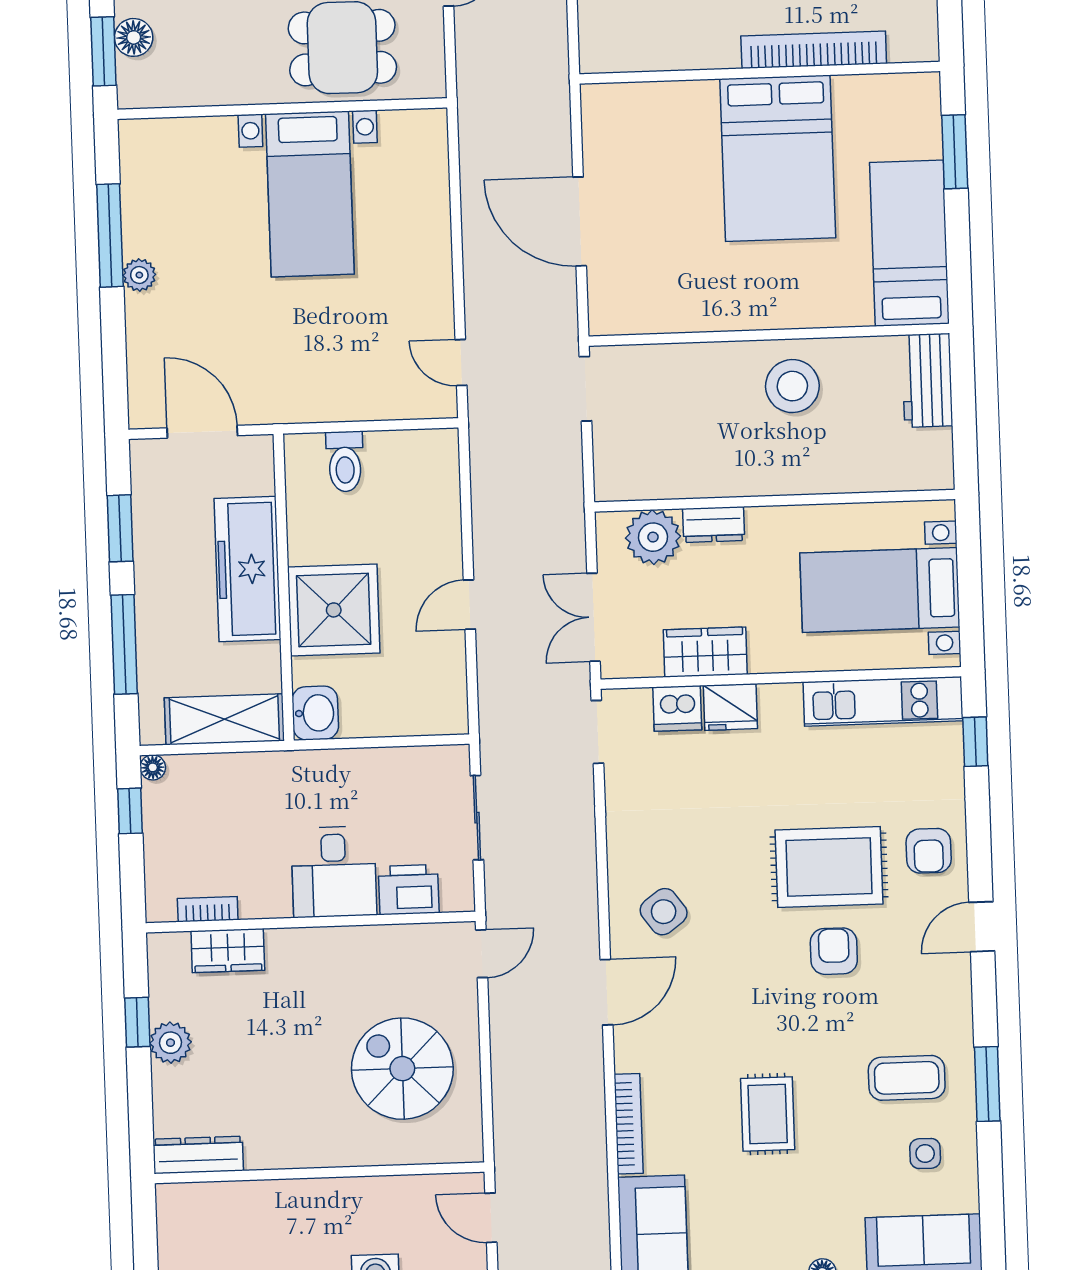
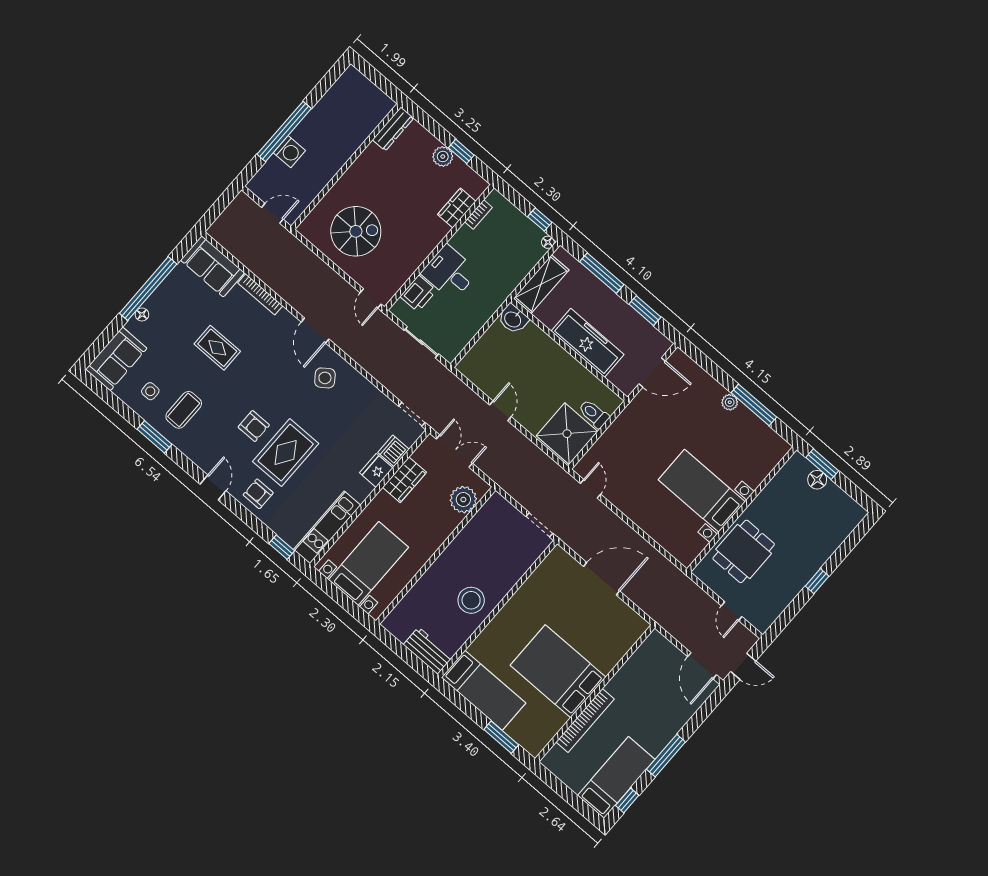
door: (461, 363) -> (590, 489), hinge flipped
dresser: (714, 525) -> (448, 526), removed
shower: (334, 610) -> (567, 434), moved

